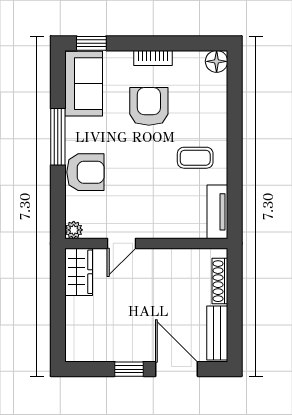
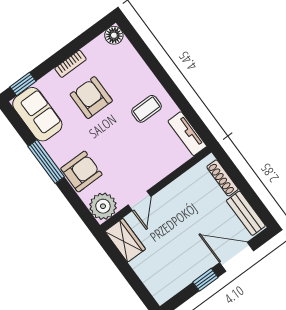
plant: (74, 230) -> (103, 206), width x1.88, depth x1.88

